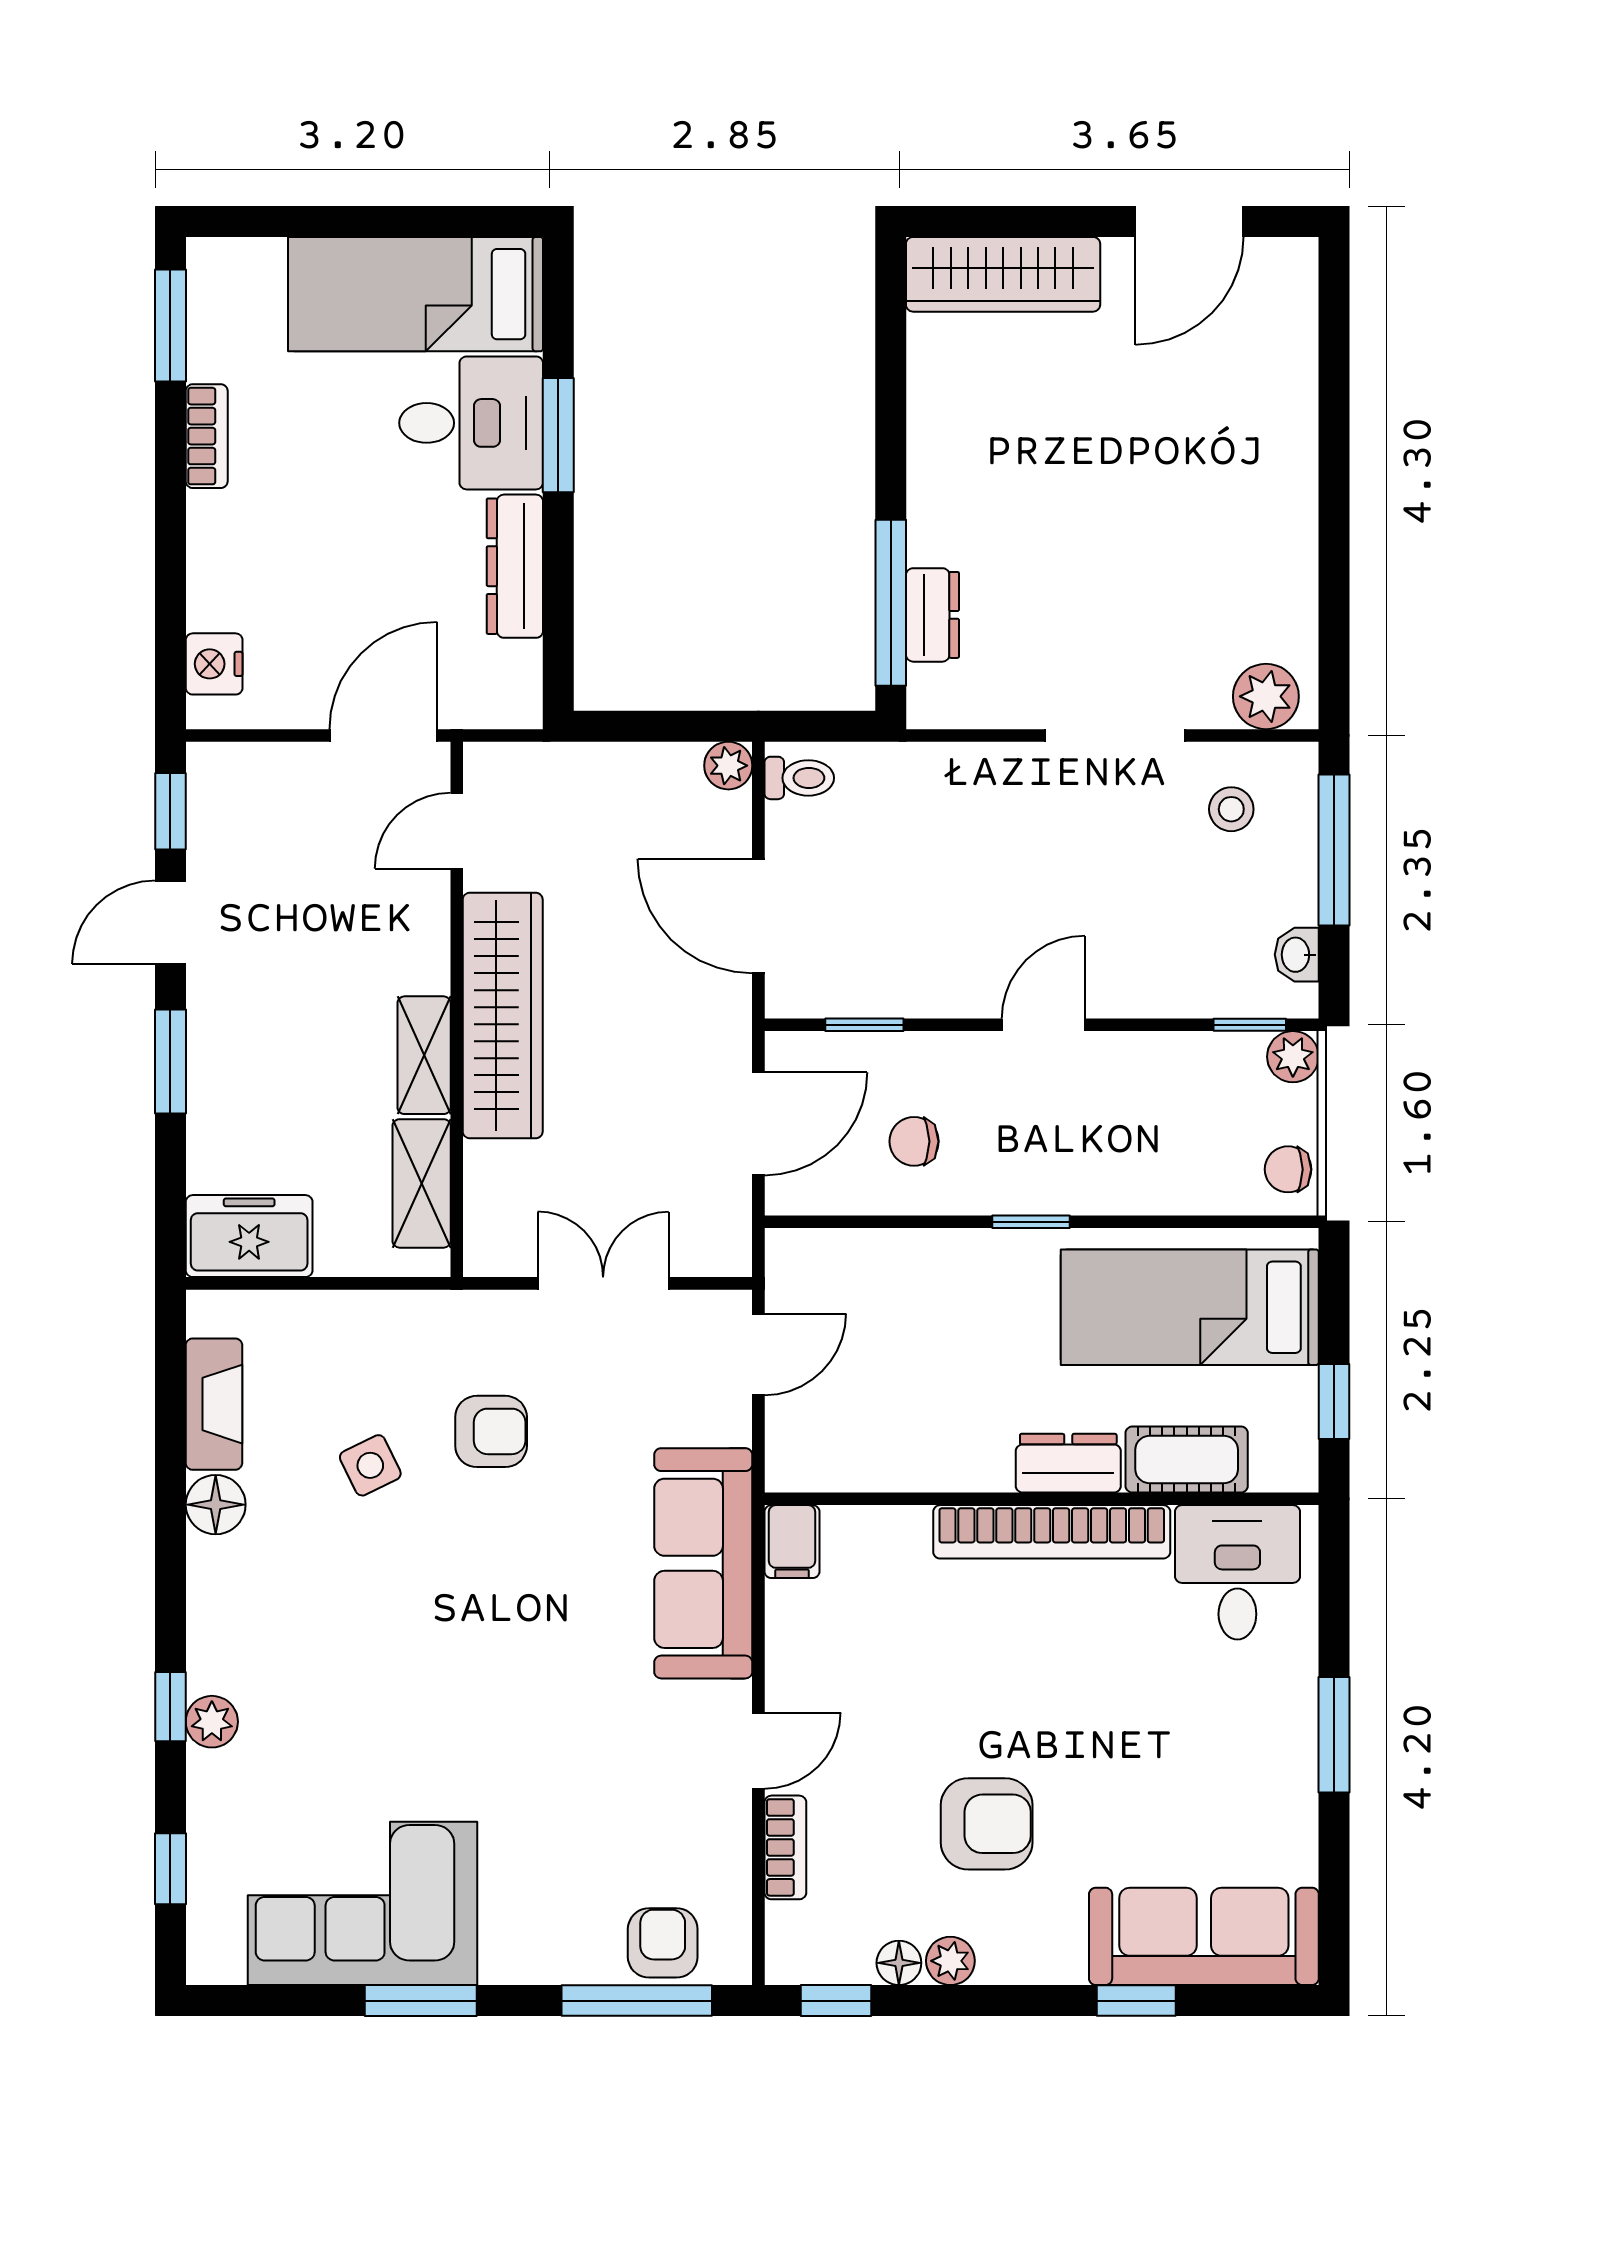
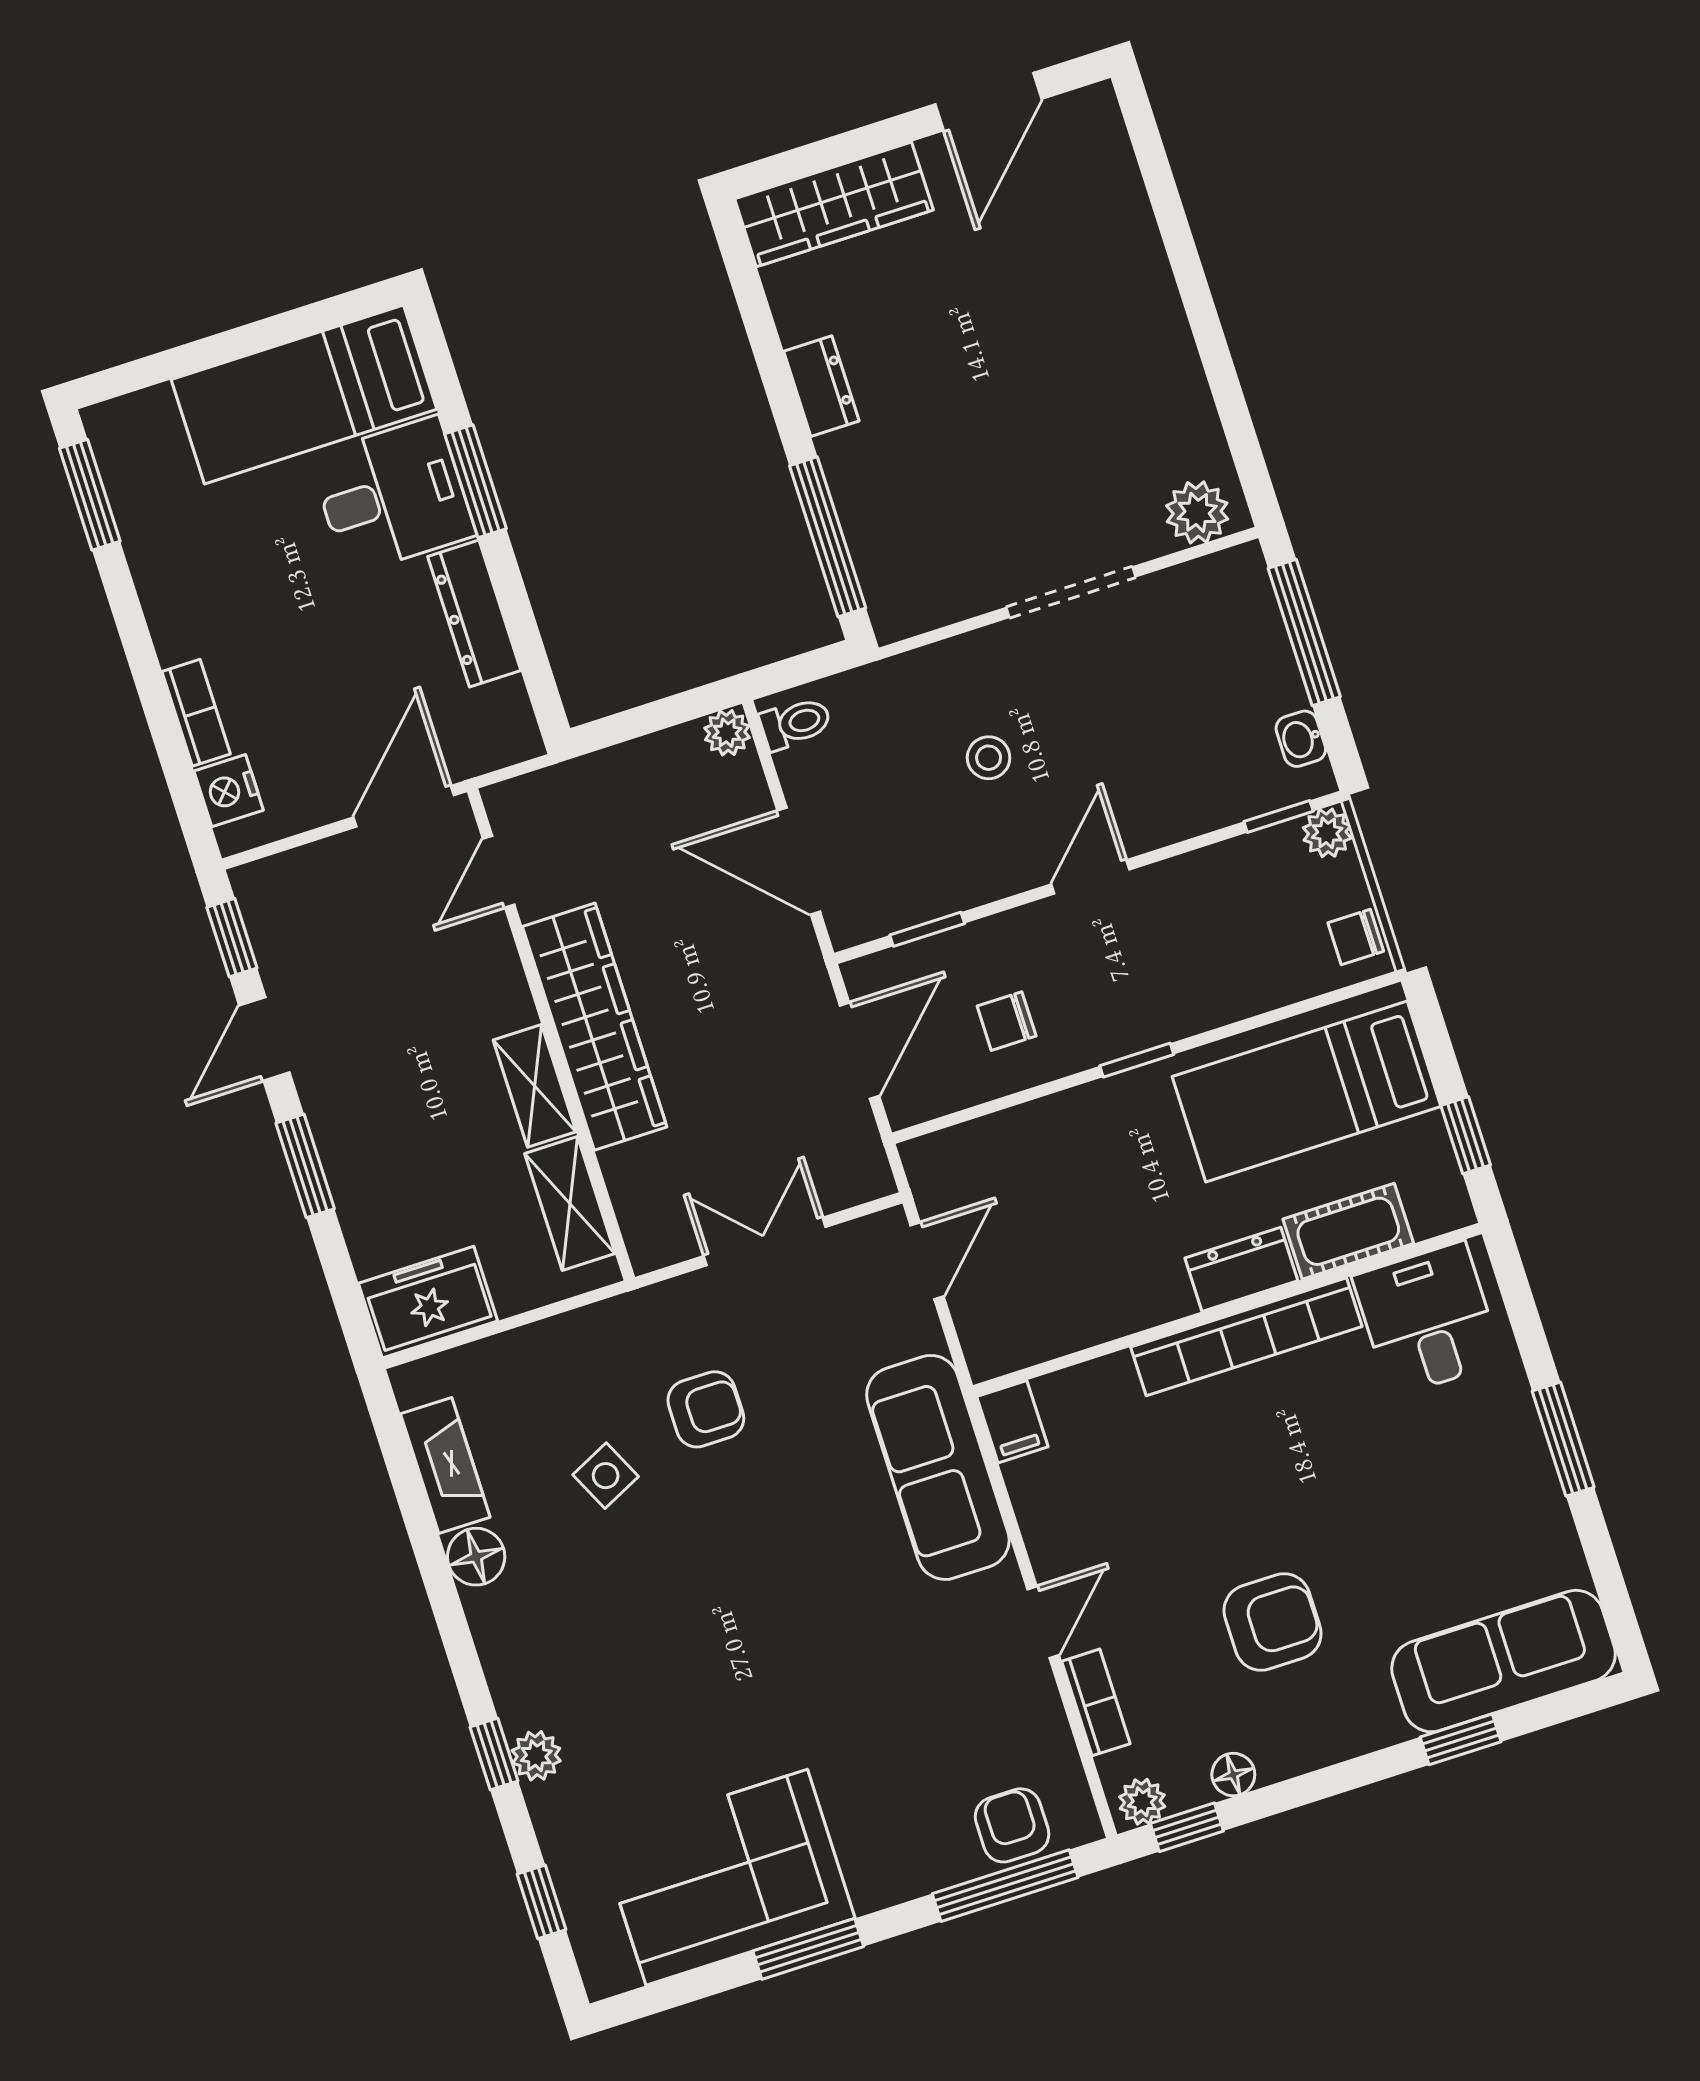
bookcase: (207, 436) -> (196, 713), moved
dresser: (933, 615) -> (821, 386), moved
stool: (1231, 809) -> (989, 758), moved
plant: (950, 1961) -> (1142, 1802), moved

